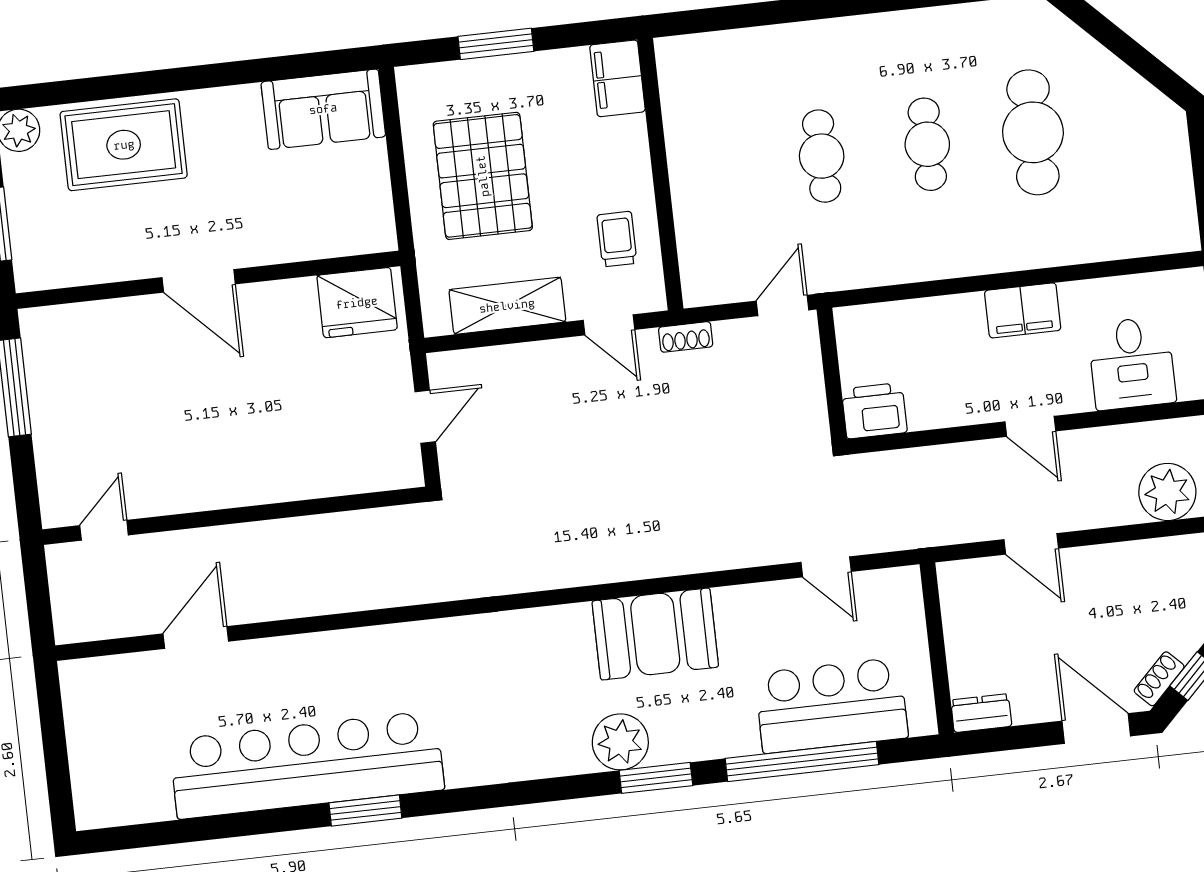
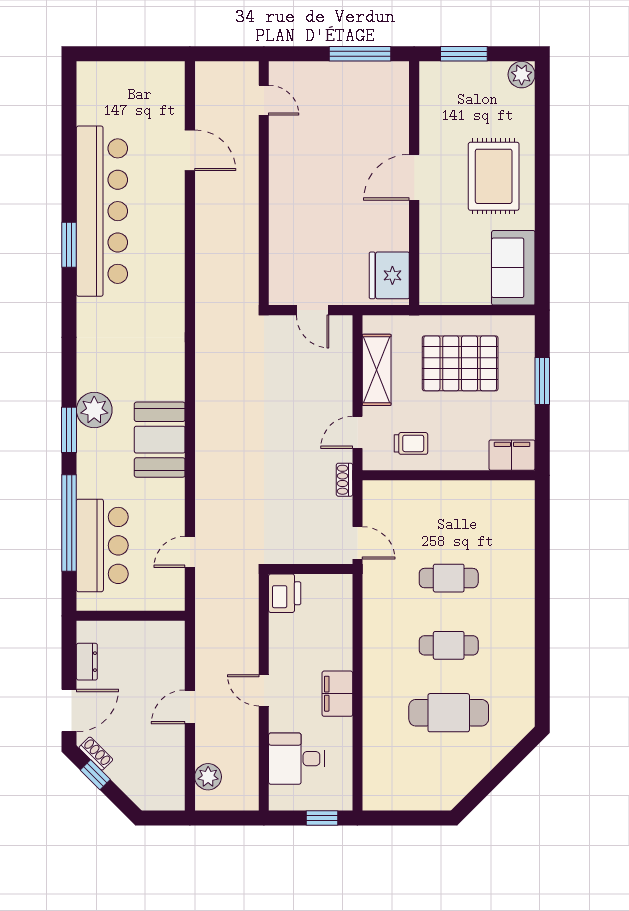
rug: (124, 145) -> (494, 176), moved
door: (1030, 426) -> (264, 690), hinge flipped
plant: (1167, 492) -> (208, 777), width x0.73, depth x0.73
door: (1031, 544) -> (190, 707), moved
dresser: (981, 713) -> (87, 662), moved

